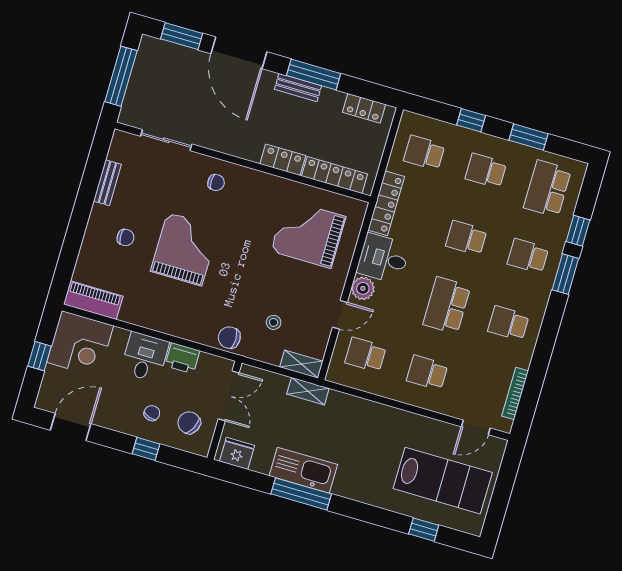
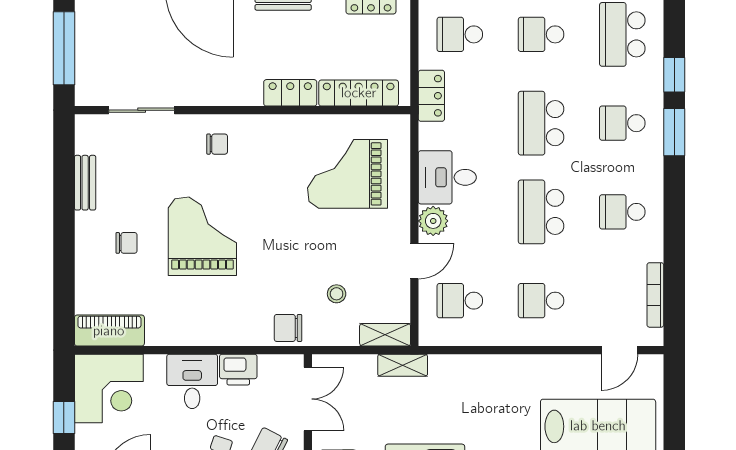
locker: (386, 203) -> (431, 96), width x0.66
school desk: (466, 238) -> (541, 123), width x1.85

